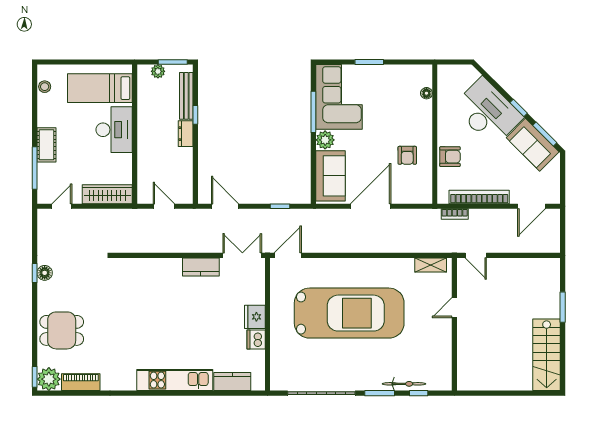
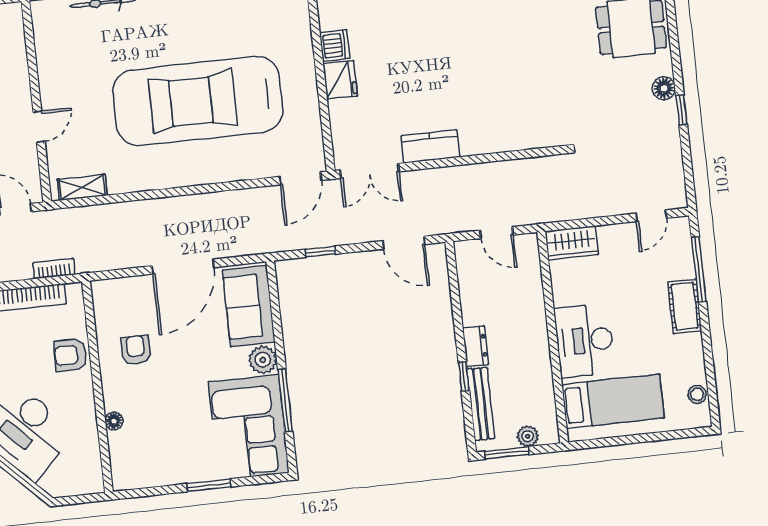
floor lamp: (426, 93) -> (114, 421), moved
wardrobe: (107, 194) -> (572, 243), width x0.67
floor lamp: (45, 273) -> (664, 88), moved

